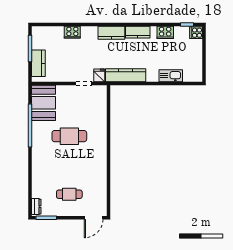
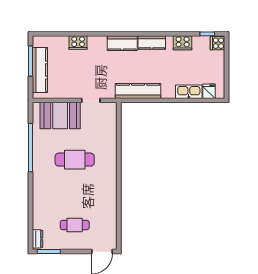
kitchen counter: (38, 63) -> (40, 70), width x1.50
fridge: (99, 75) -> (209, 91), moved
booth: (44, 103) -> (60, 116), moved, turned 90

